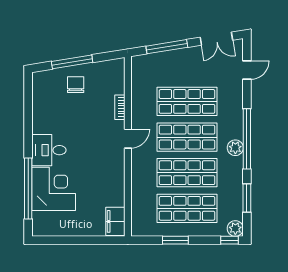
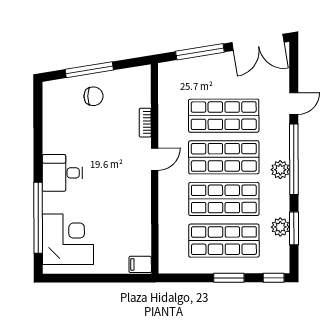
double door: (216, 39) -> (258, 42), width x1.37
door: (247, 70) -> (294, 104), moved
chair: (76, 85) -> (94, 96), turned 90
corner desk: (54, 189) -> (68, 239), moved
filing cabinet: (115, 221) -> (140, 264), width x0.50
plant: (235, 228) -> (280, 227), moved
window: (175, 240) -> (229, 278), moved

